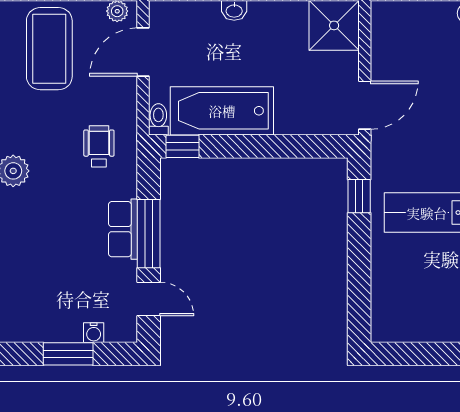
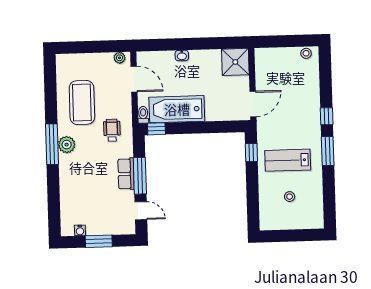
coffee table: (49, 49) -> (82, 103), moved
door: (143, 52) -> (134, 79), swing flipped
stool: (428, 281) -> (290, 197), added
water cooler: (94, 333) -> (80, 230), moved

